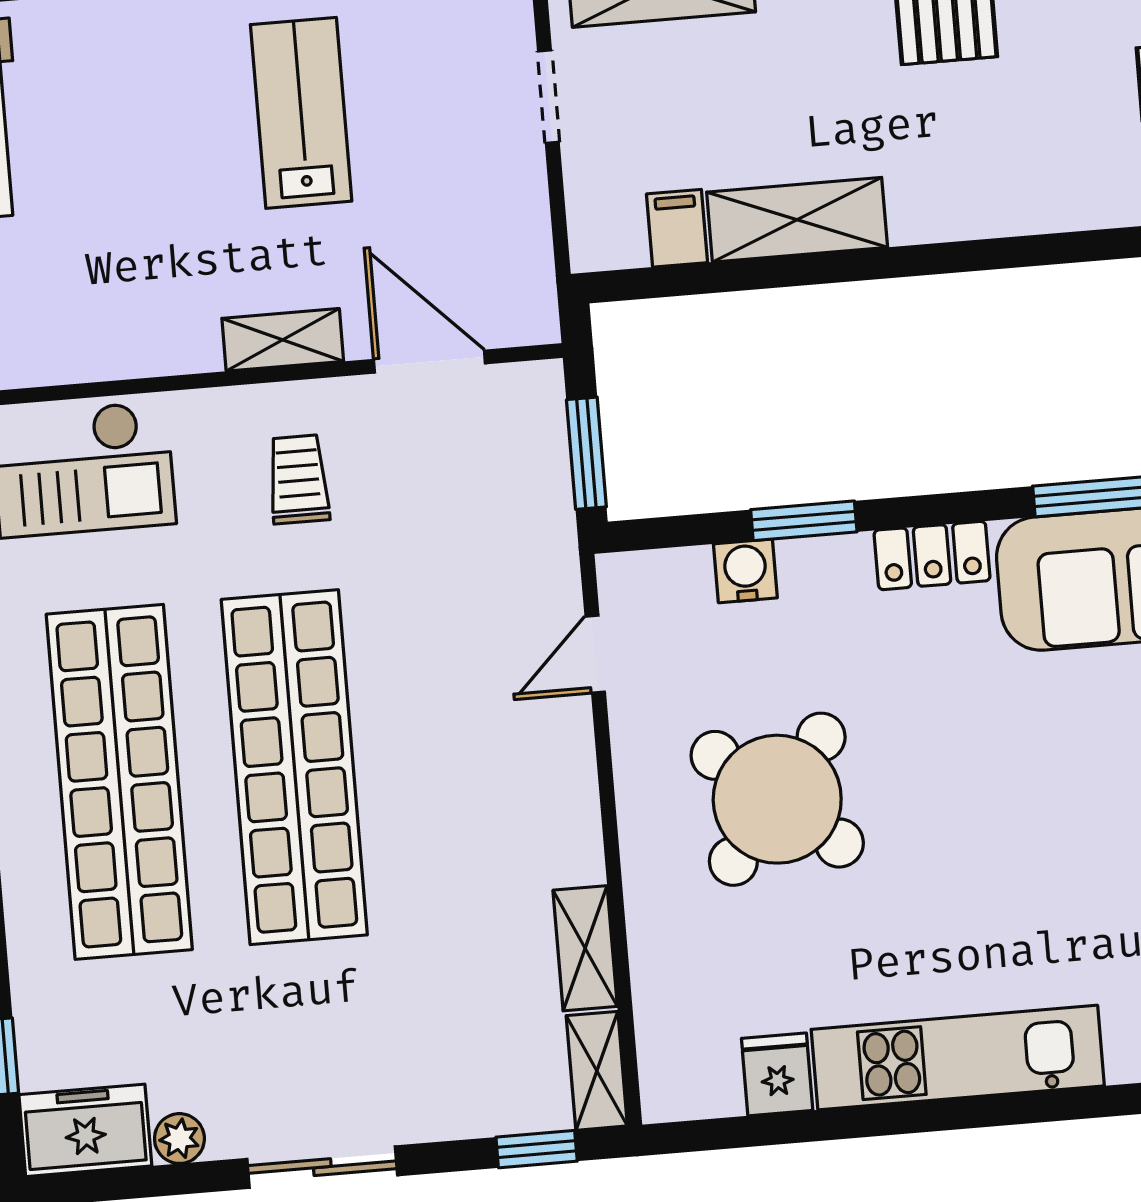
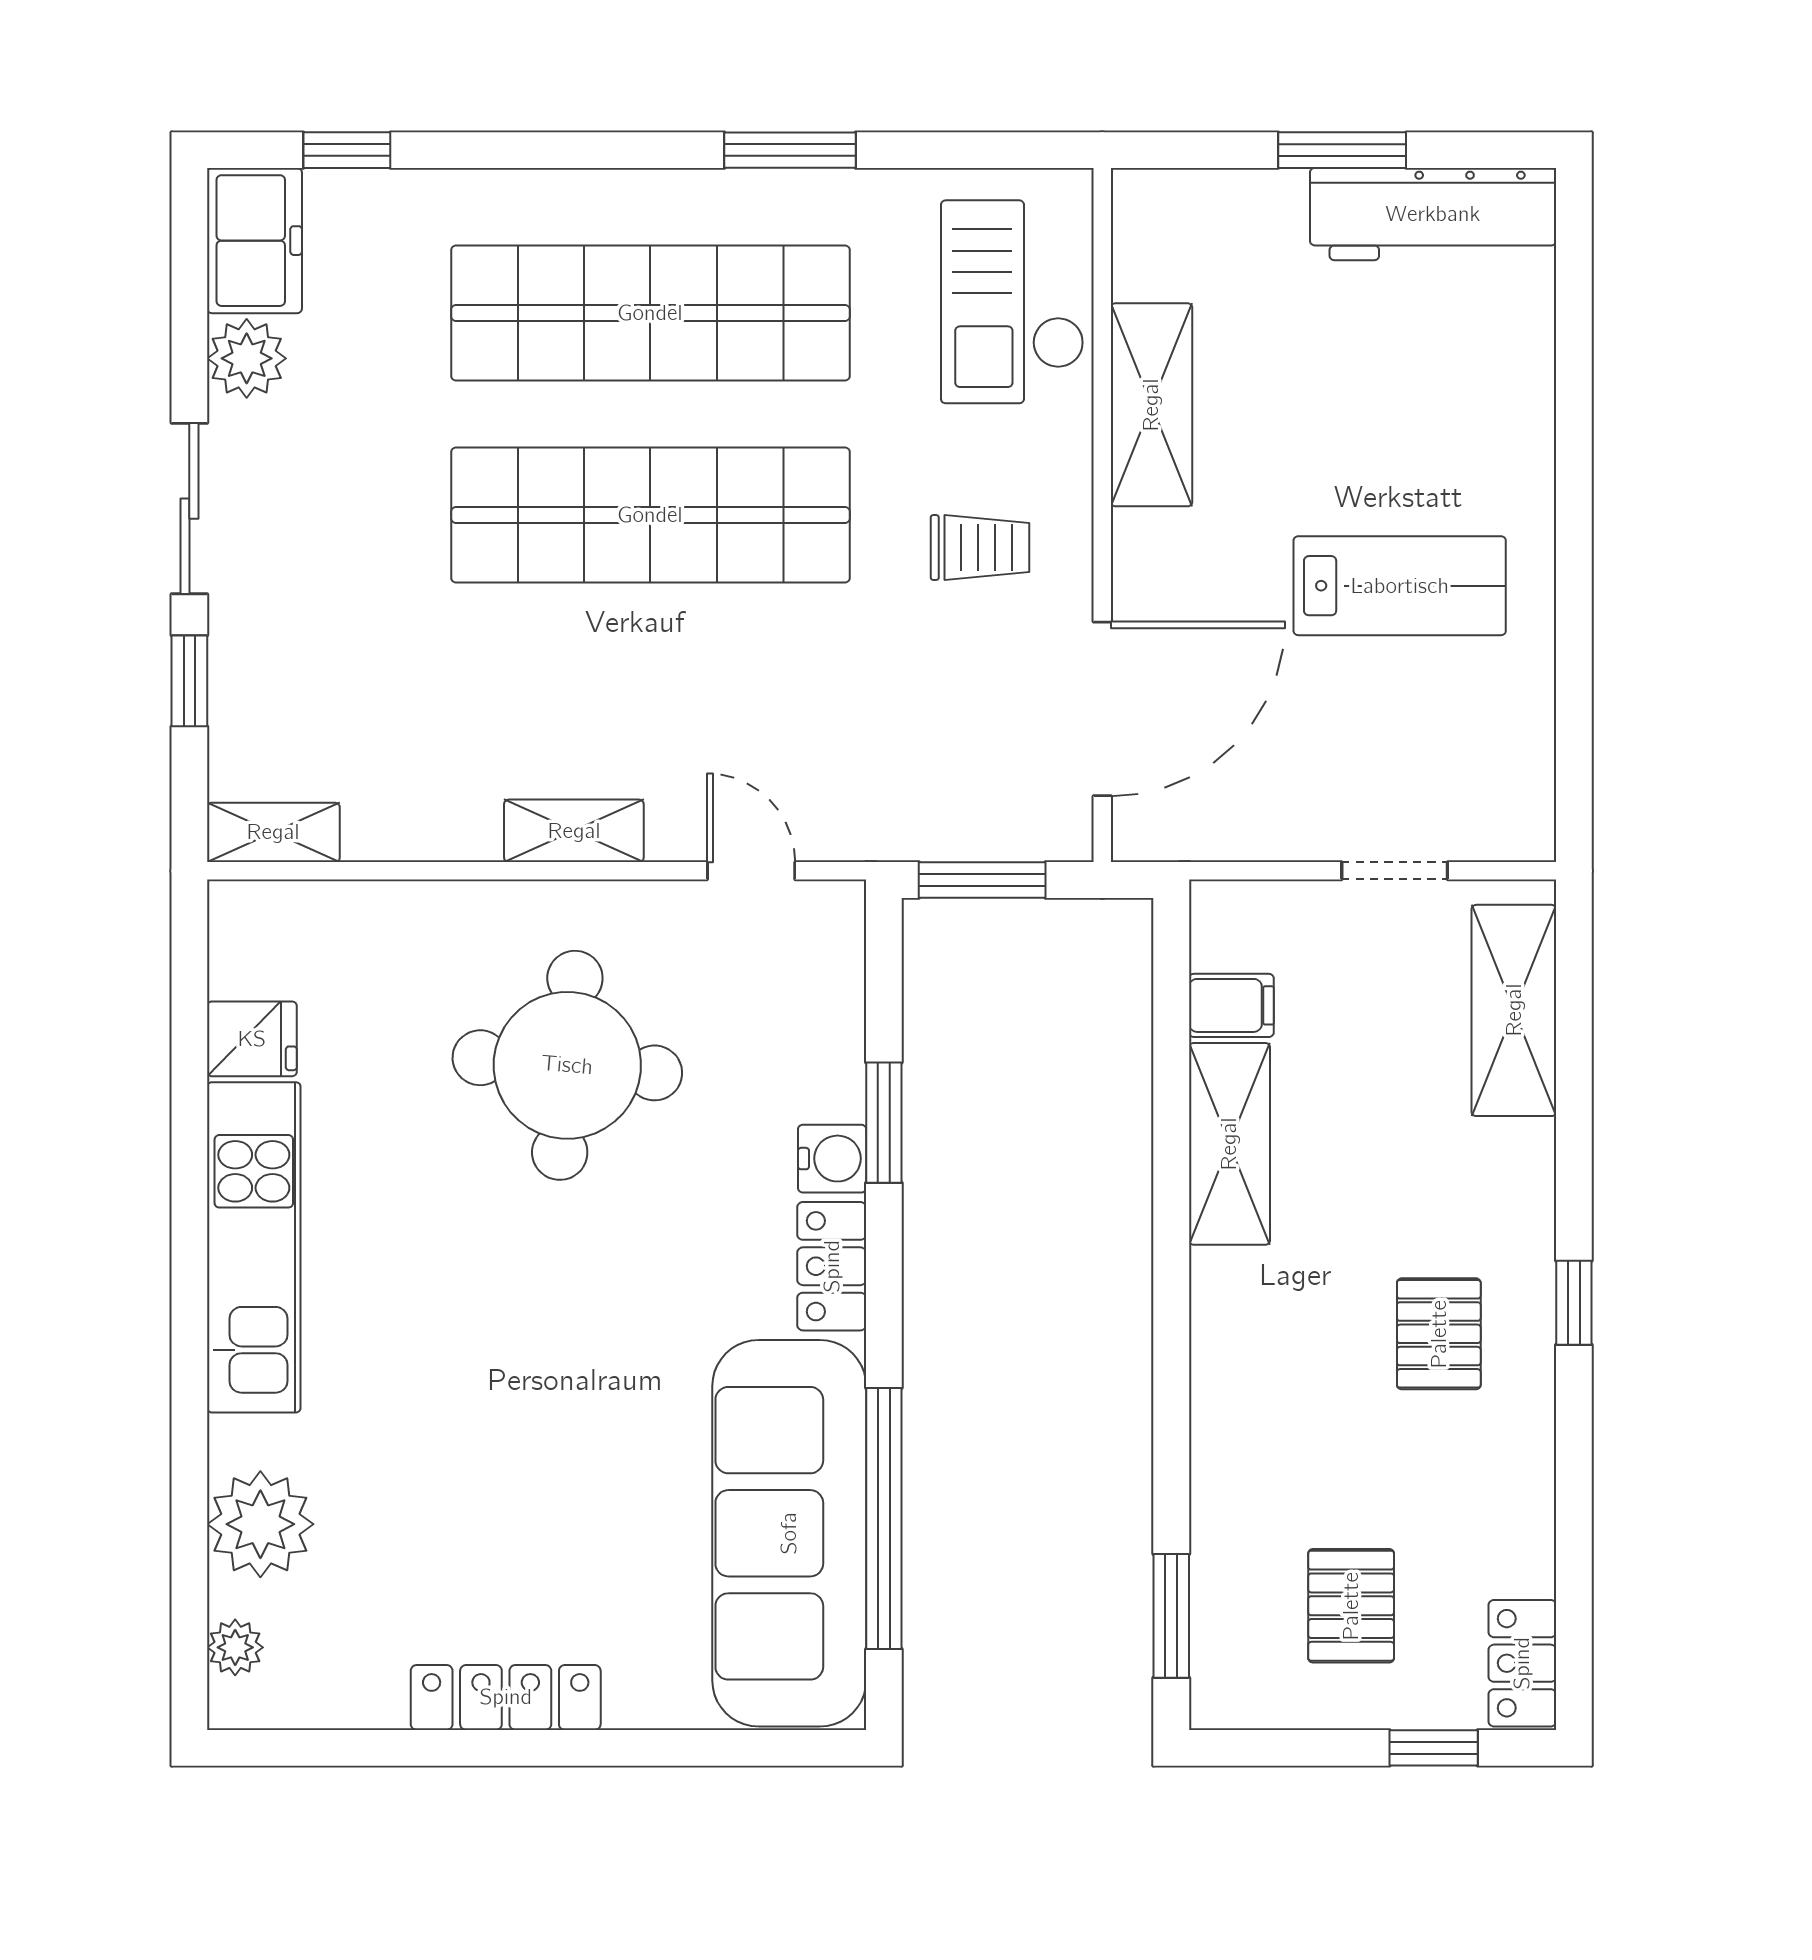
shelving: (283, 340) -> (1151, 405), moved, width x1.50, depth x1.33
door: (429, 362) -> (1102, 709), width x1.36
water cooler: (745, 571) -> (832, 1159), moved
round table: (777, 799) -> (567, 1065), turned -35
shelving: (585, 948) -> (574, 831), moved
plant: (179, 1139) -> (247, 358), width x1.38, depth x1.38
window: (537, 1149) -> (189, 681), moved

